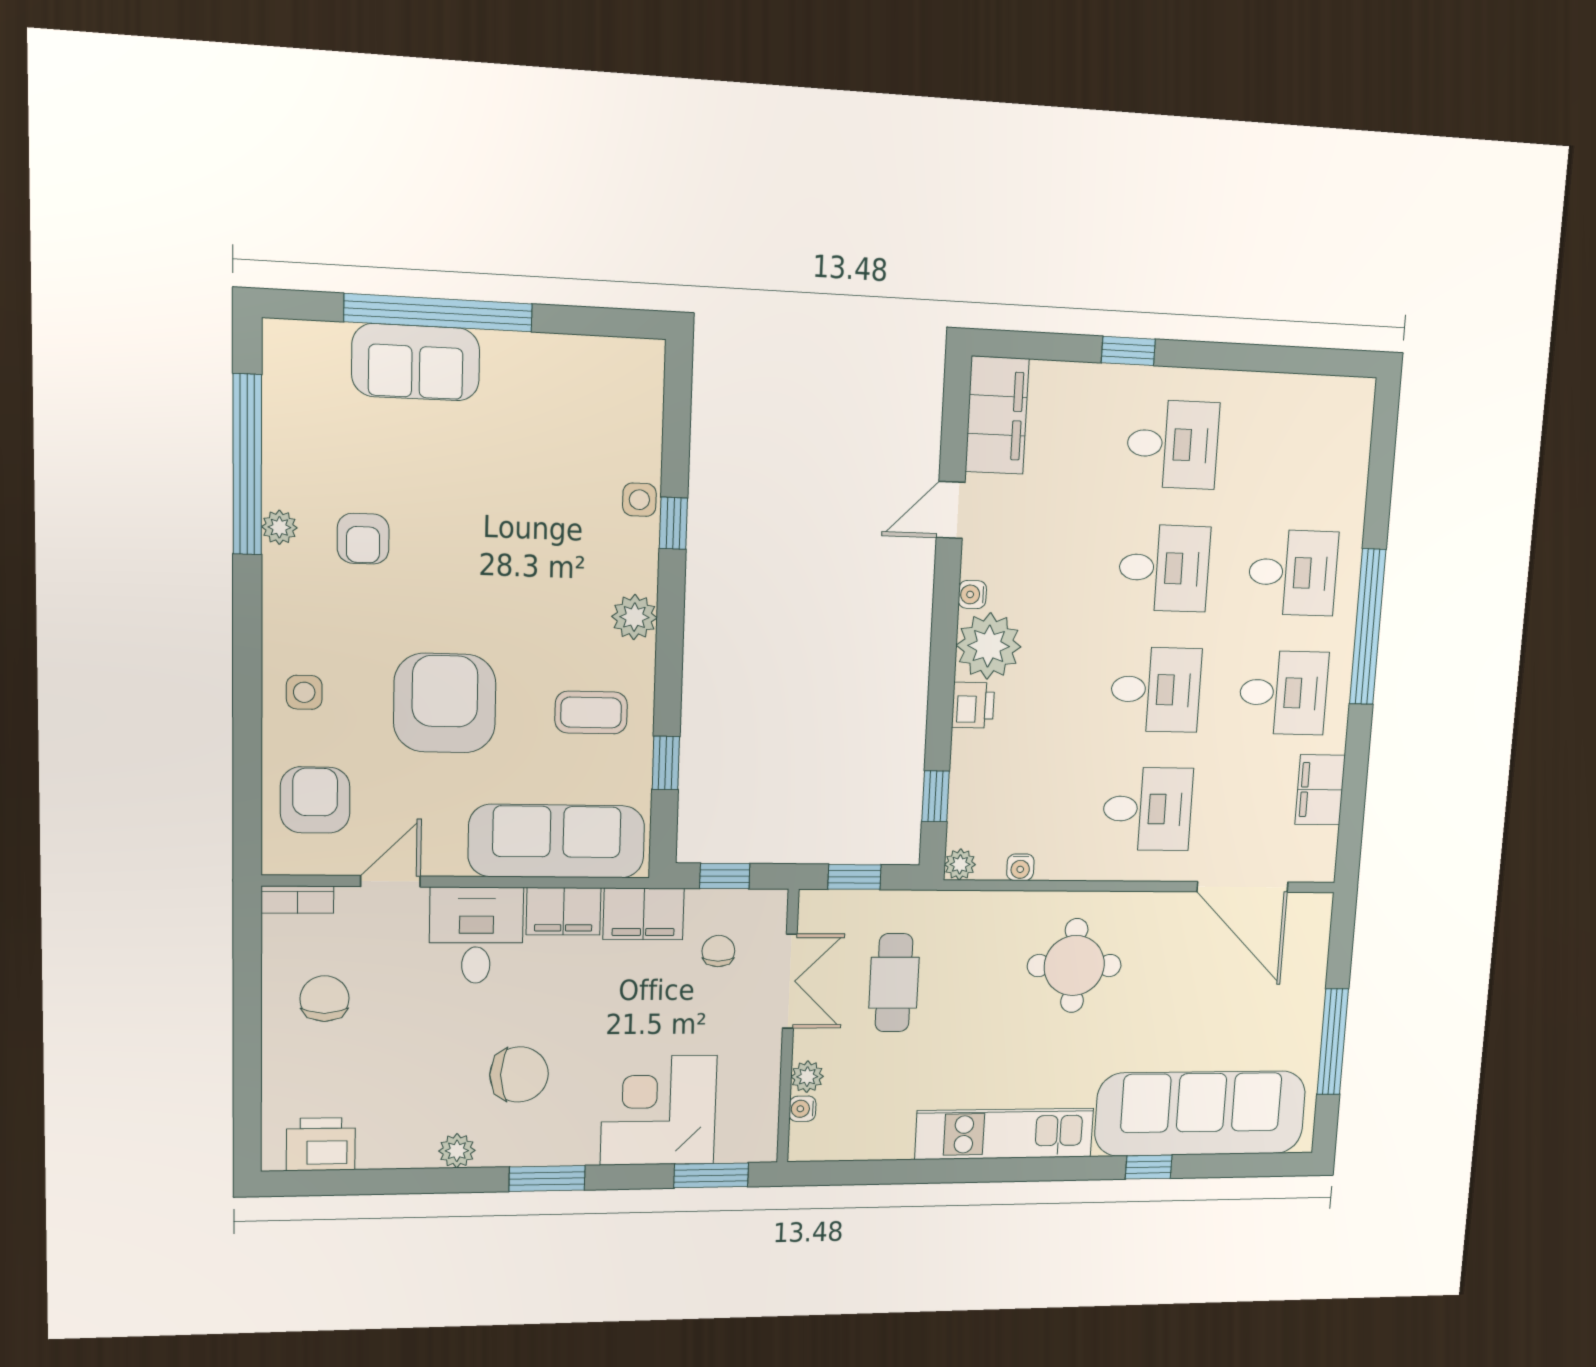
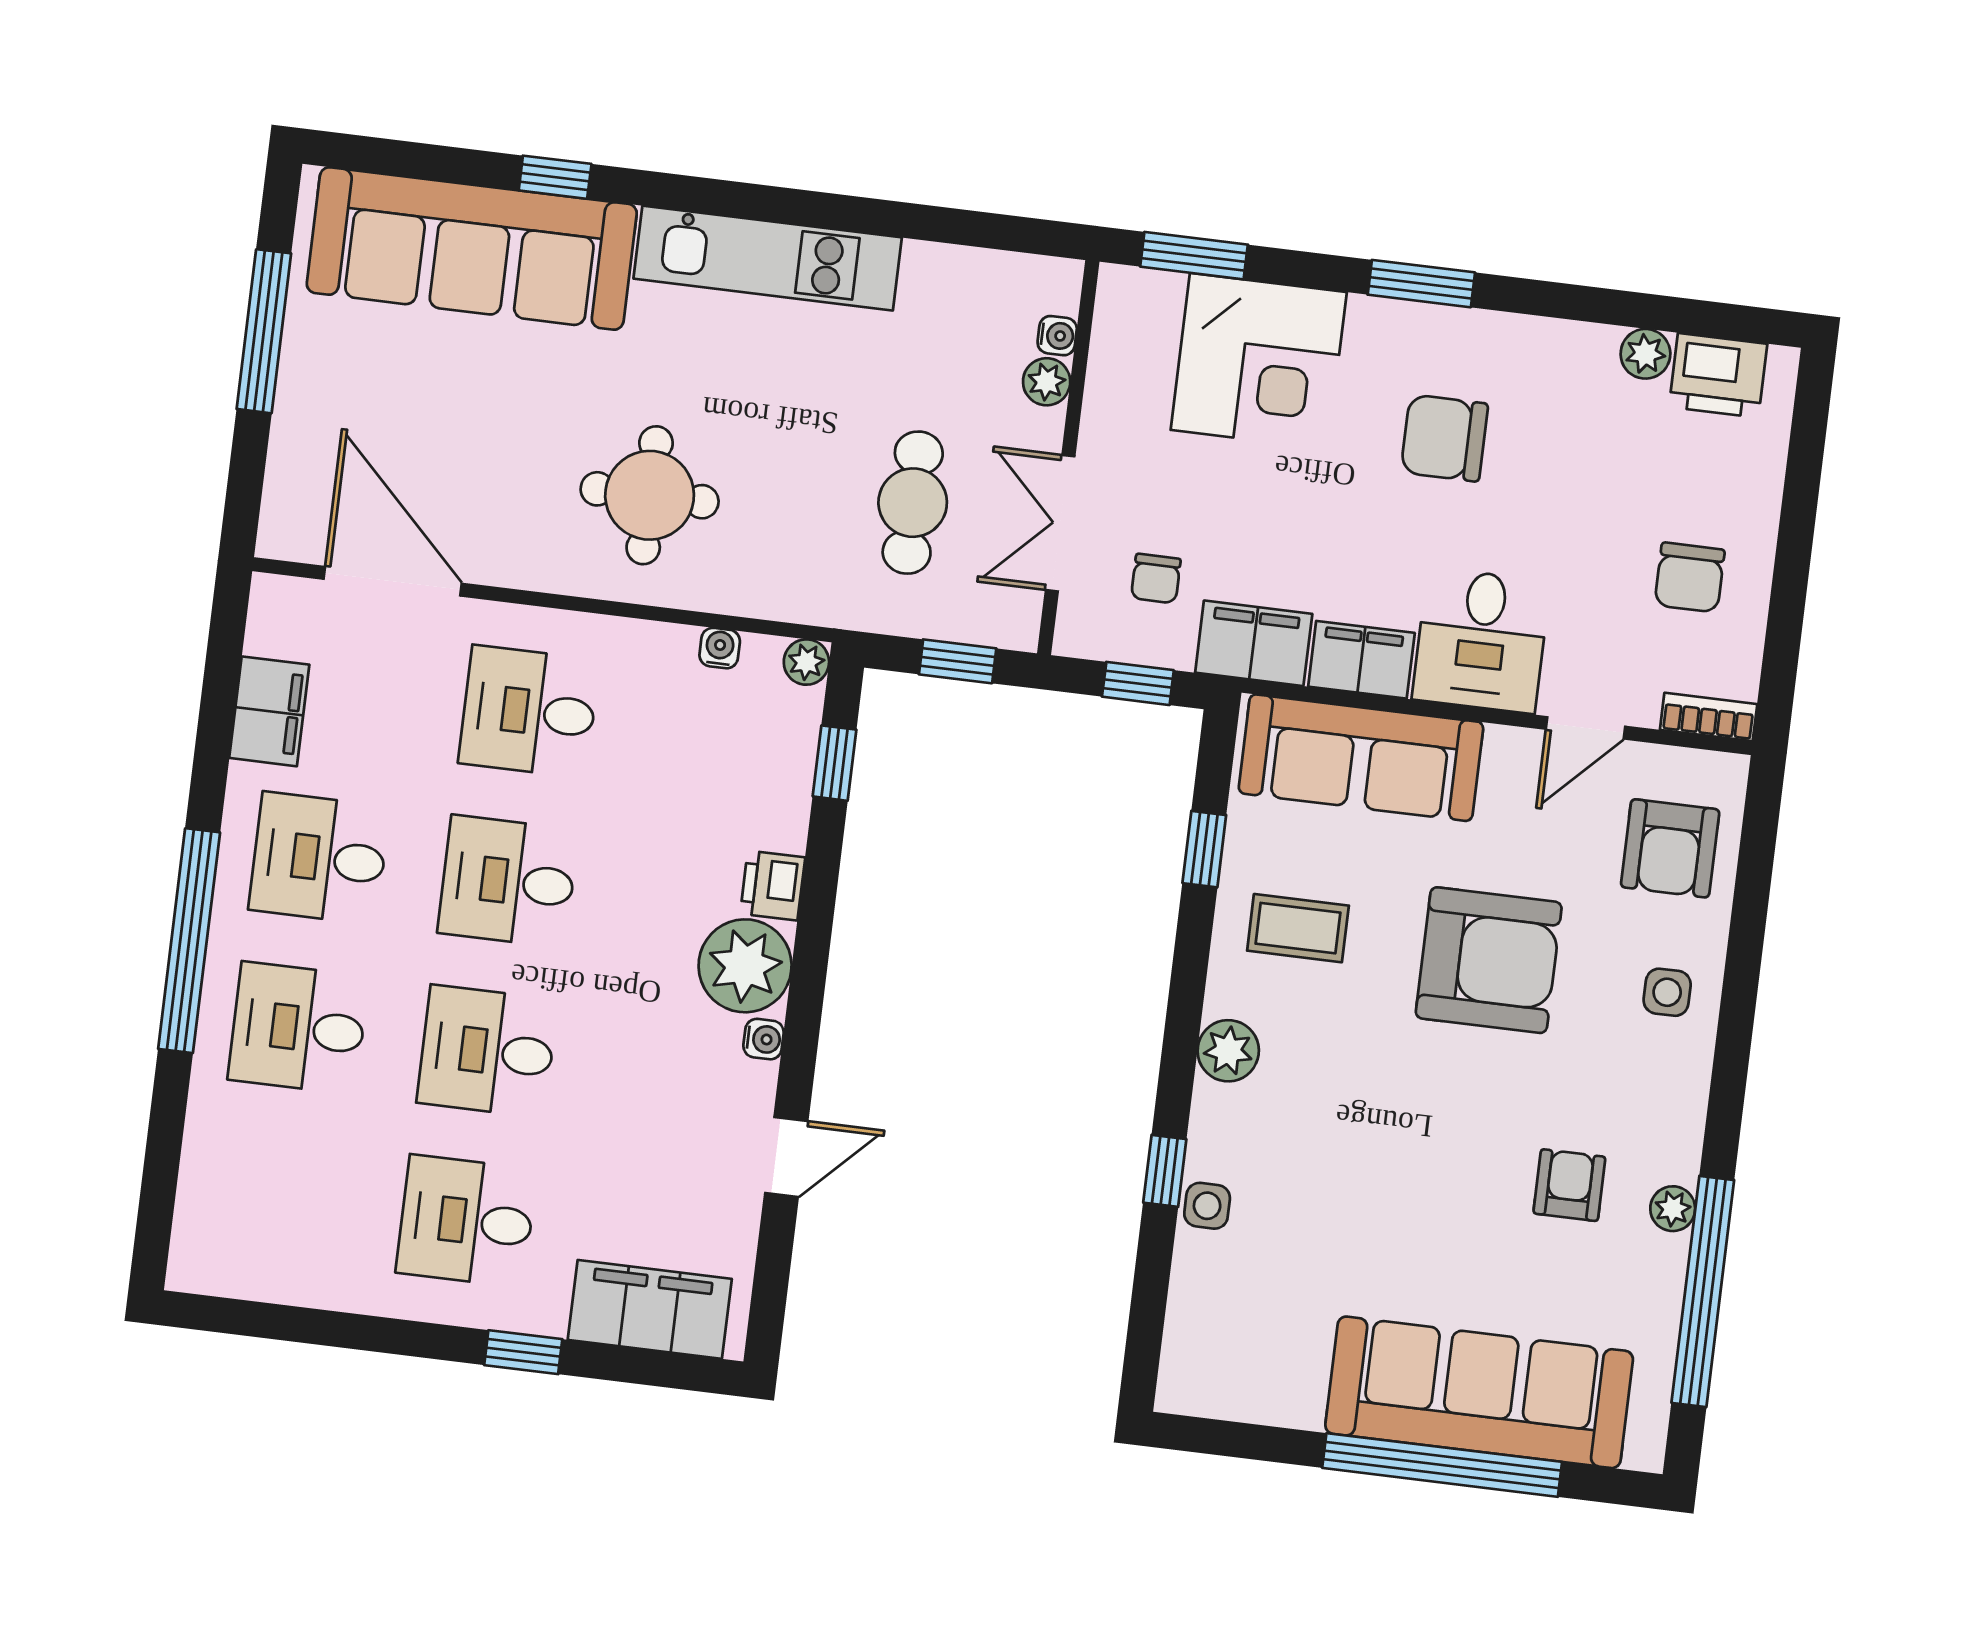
sofa: (416, 362) -> (1479, 1392), width x1.85, depth x1.27
filing cabinet: (997, 415) -> (650, 1309), moved, turned 90
armchair: (445, 703) -> (1489, 960), turned -90
plant: (457, 1151) -> (1645, 354), moved

